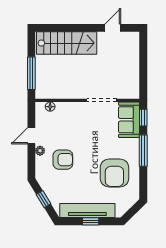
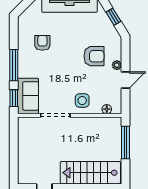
side table: (75, 115) -> (82, 100), added
armchair: (63, 160) -> (94, 56), turned 180
armchair: (114, 173) -> (42, 43), width x0.53, depth x0.53

